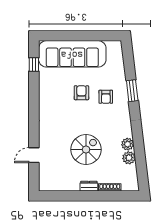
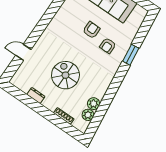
plant: (128, 144) -> (88, 115), moved
spiral stairs: (86, 150) -> (65, 75), turned -90
dresser: (89, 186) -> (36, 95), moved

